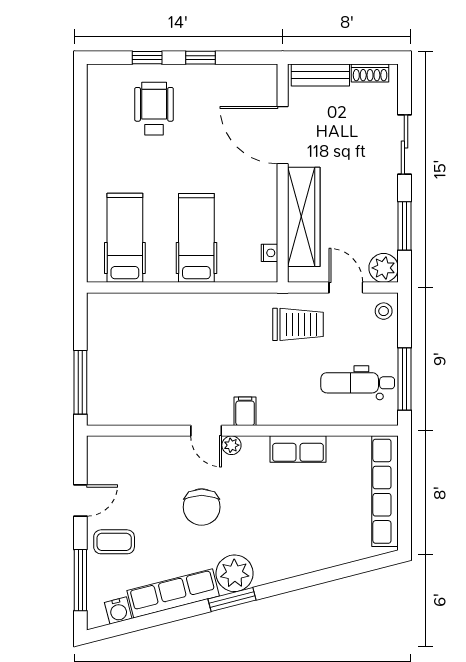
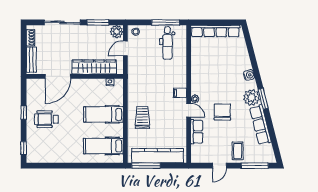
window: (147, 58) -> (24, 148), moved
wheelchair: (154, 109) -> (46, 119), moved
sliding door: (404, 145) -> (62, 22), width x1.37
trolley: (298, 324) -> (142, 117), moved
kitchen counter: (103, 361) -> (158, 156), added
window: (80, 382) -> (146, 166), moved
door: (206, 431) -> (189, 110), hinge flipped
row of seats: (298, 449) -> (197, 132), moved
door: (80, 501) -> (219, 166), swing flipped
chair: (202, 507) -> (222, 112), turned -90
water cooler: (118, 611) -> (249, 75), moved

